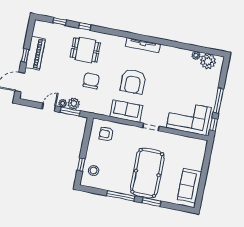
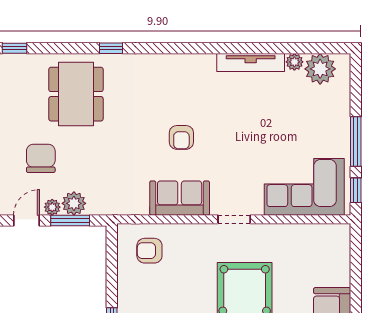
window: (85, 26) -> (111, 48), moved
tv unit: (143, 45) -> (251, 62), moved
dining table: (85, 50) -> (76, 94), width x1.38
chair: (91, 81) -> (41, 158), moved
armchair: (133, 82) -> (181, 137), width x0.53, depth x0.53

